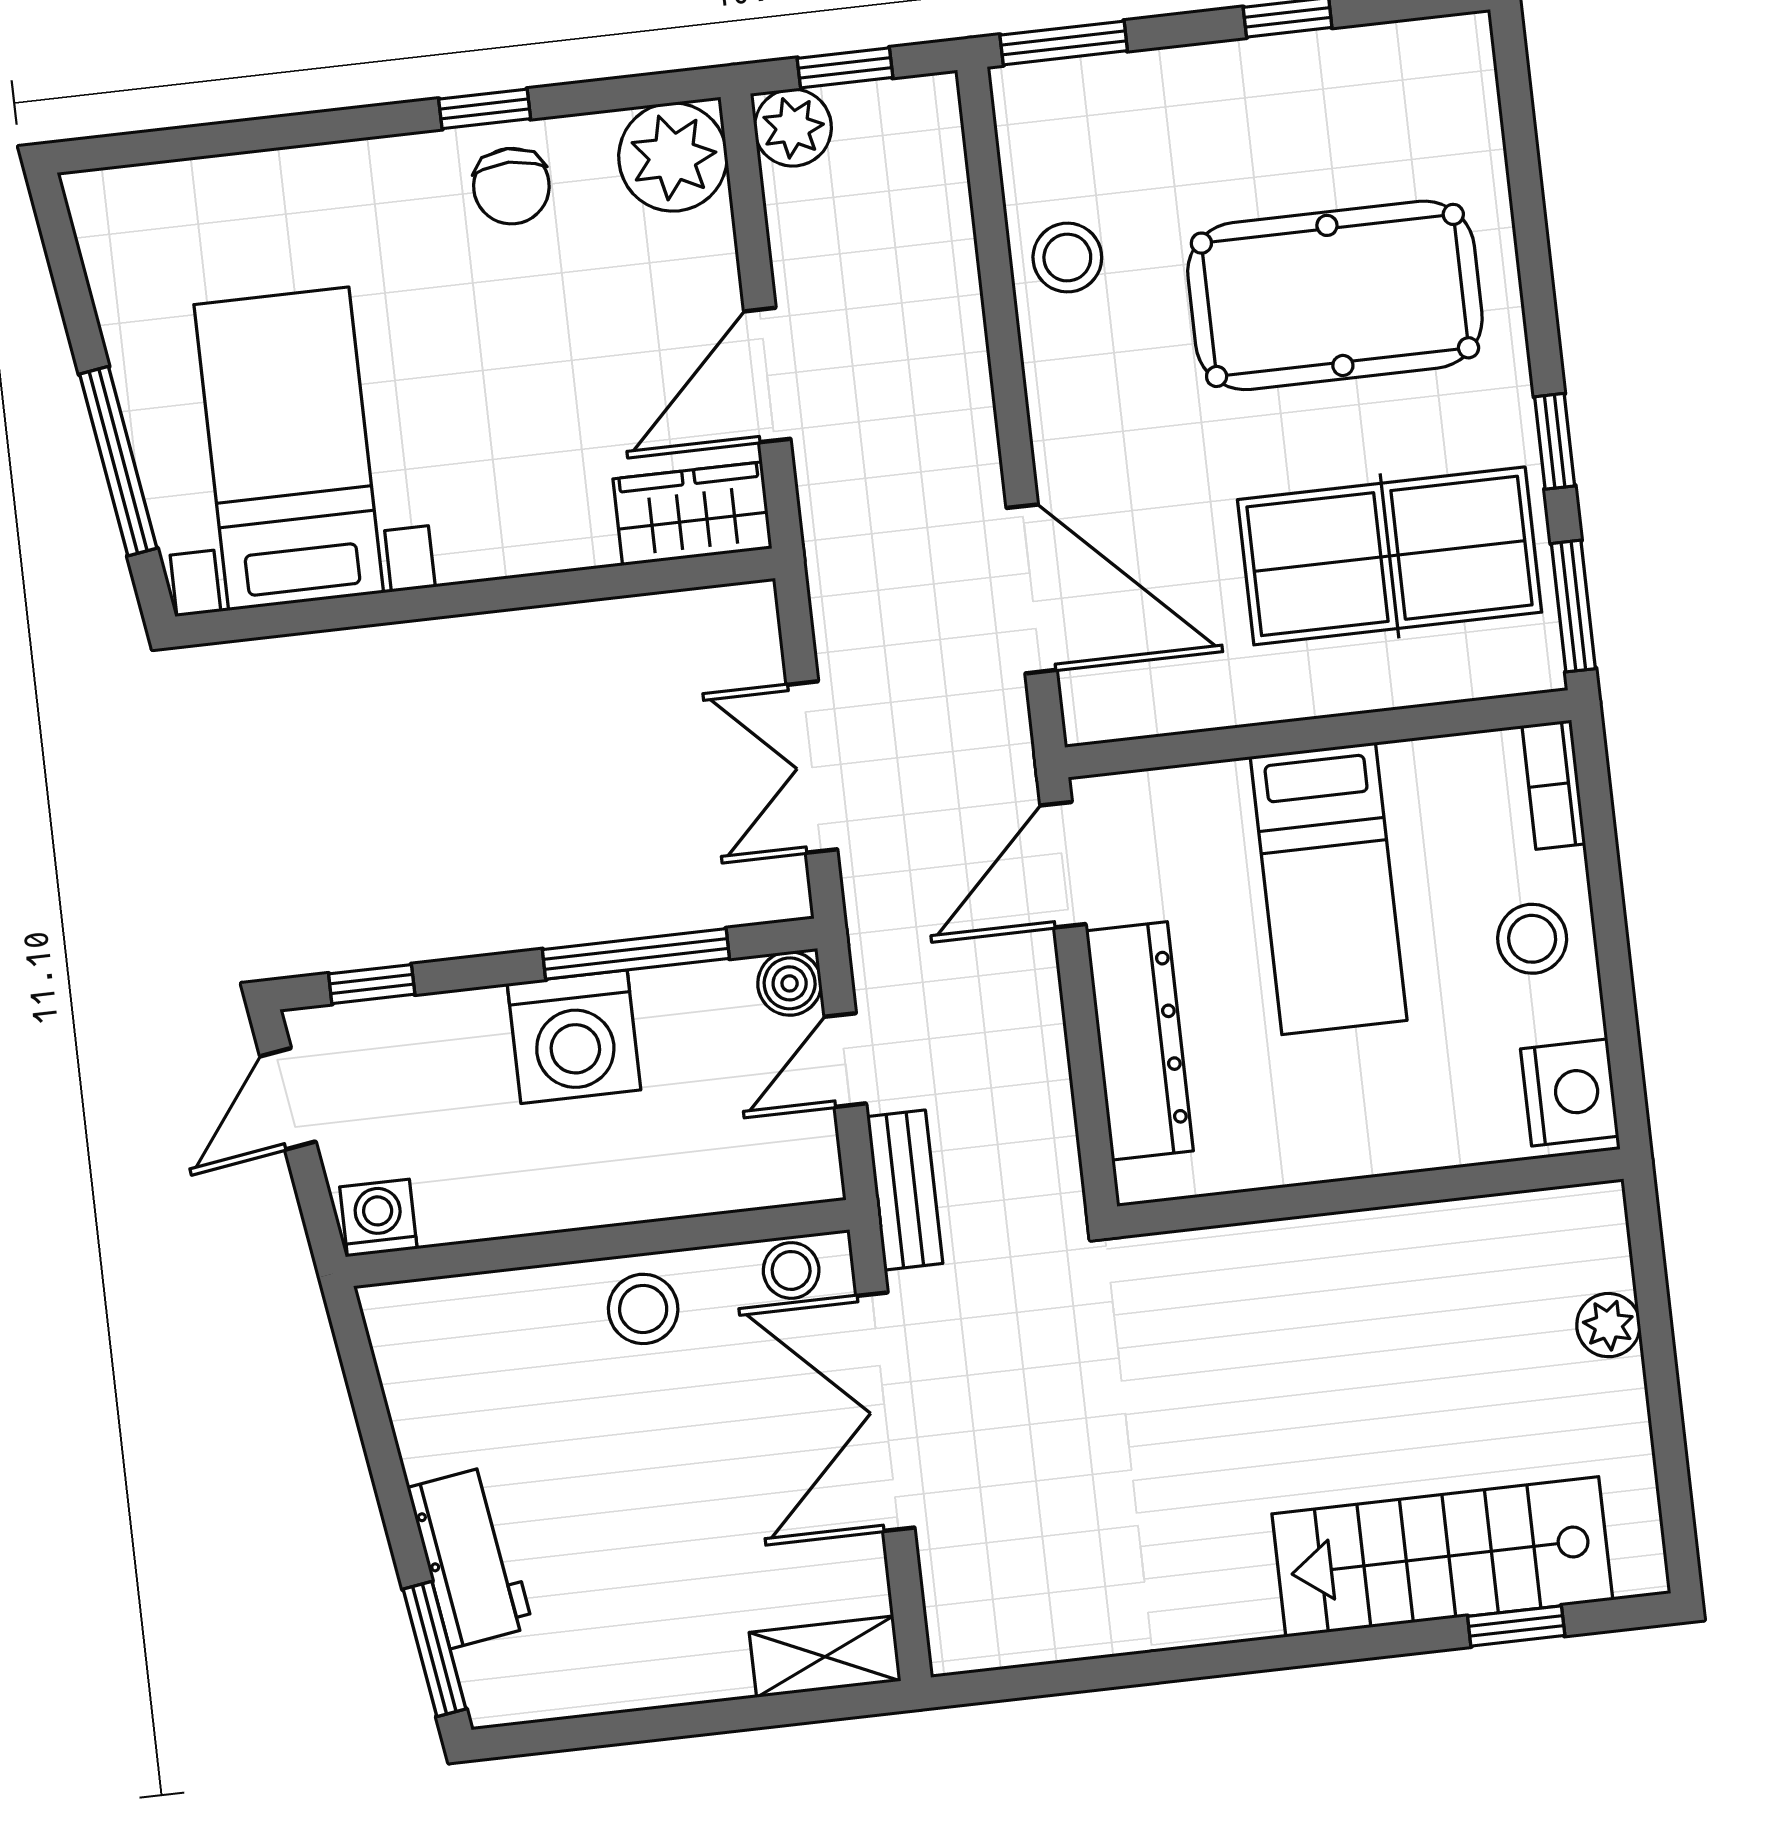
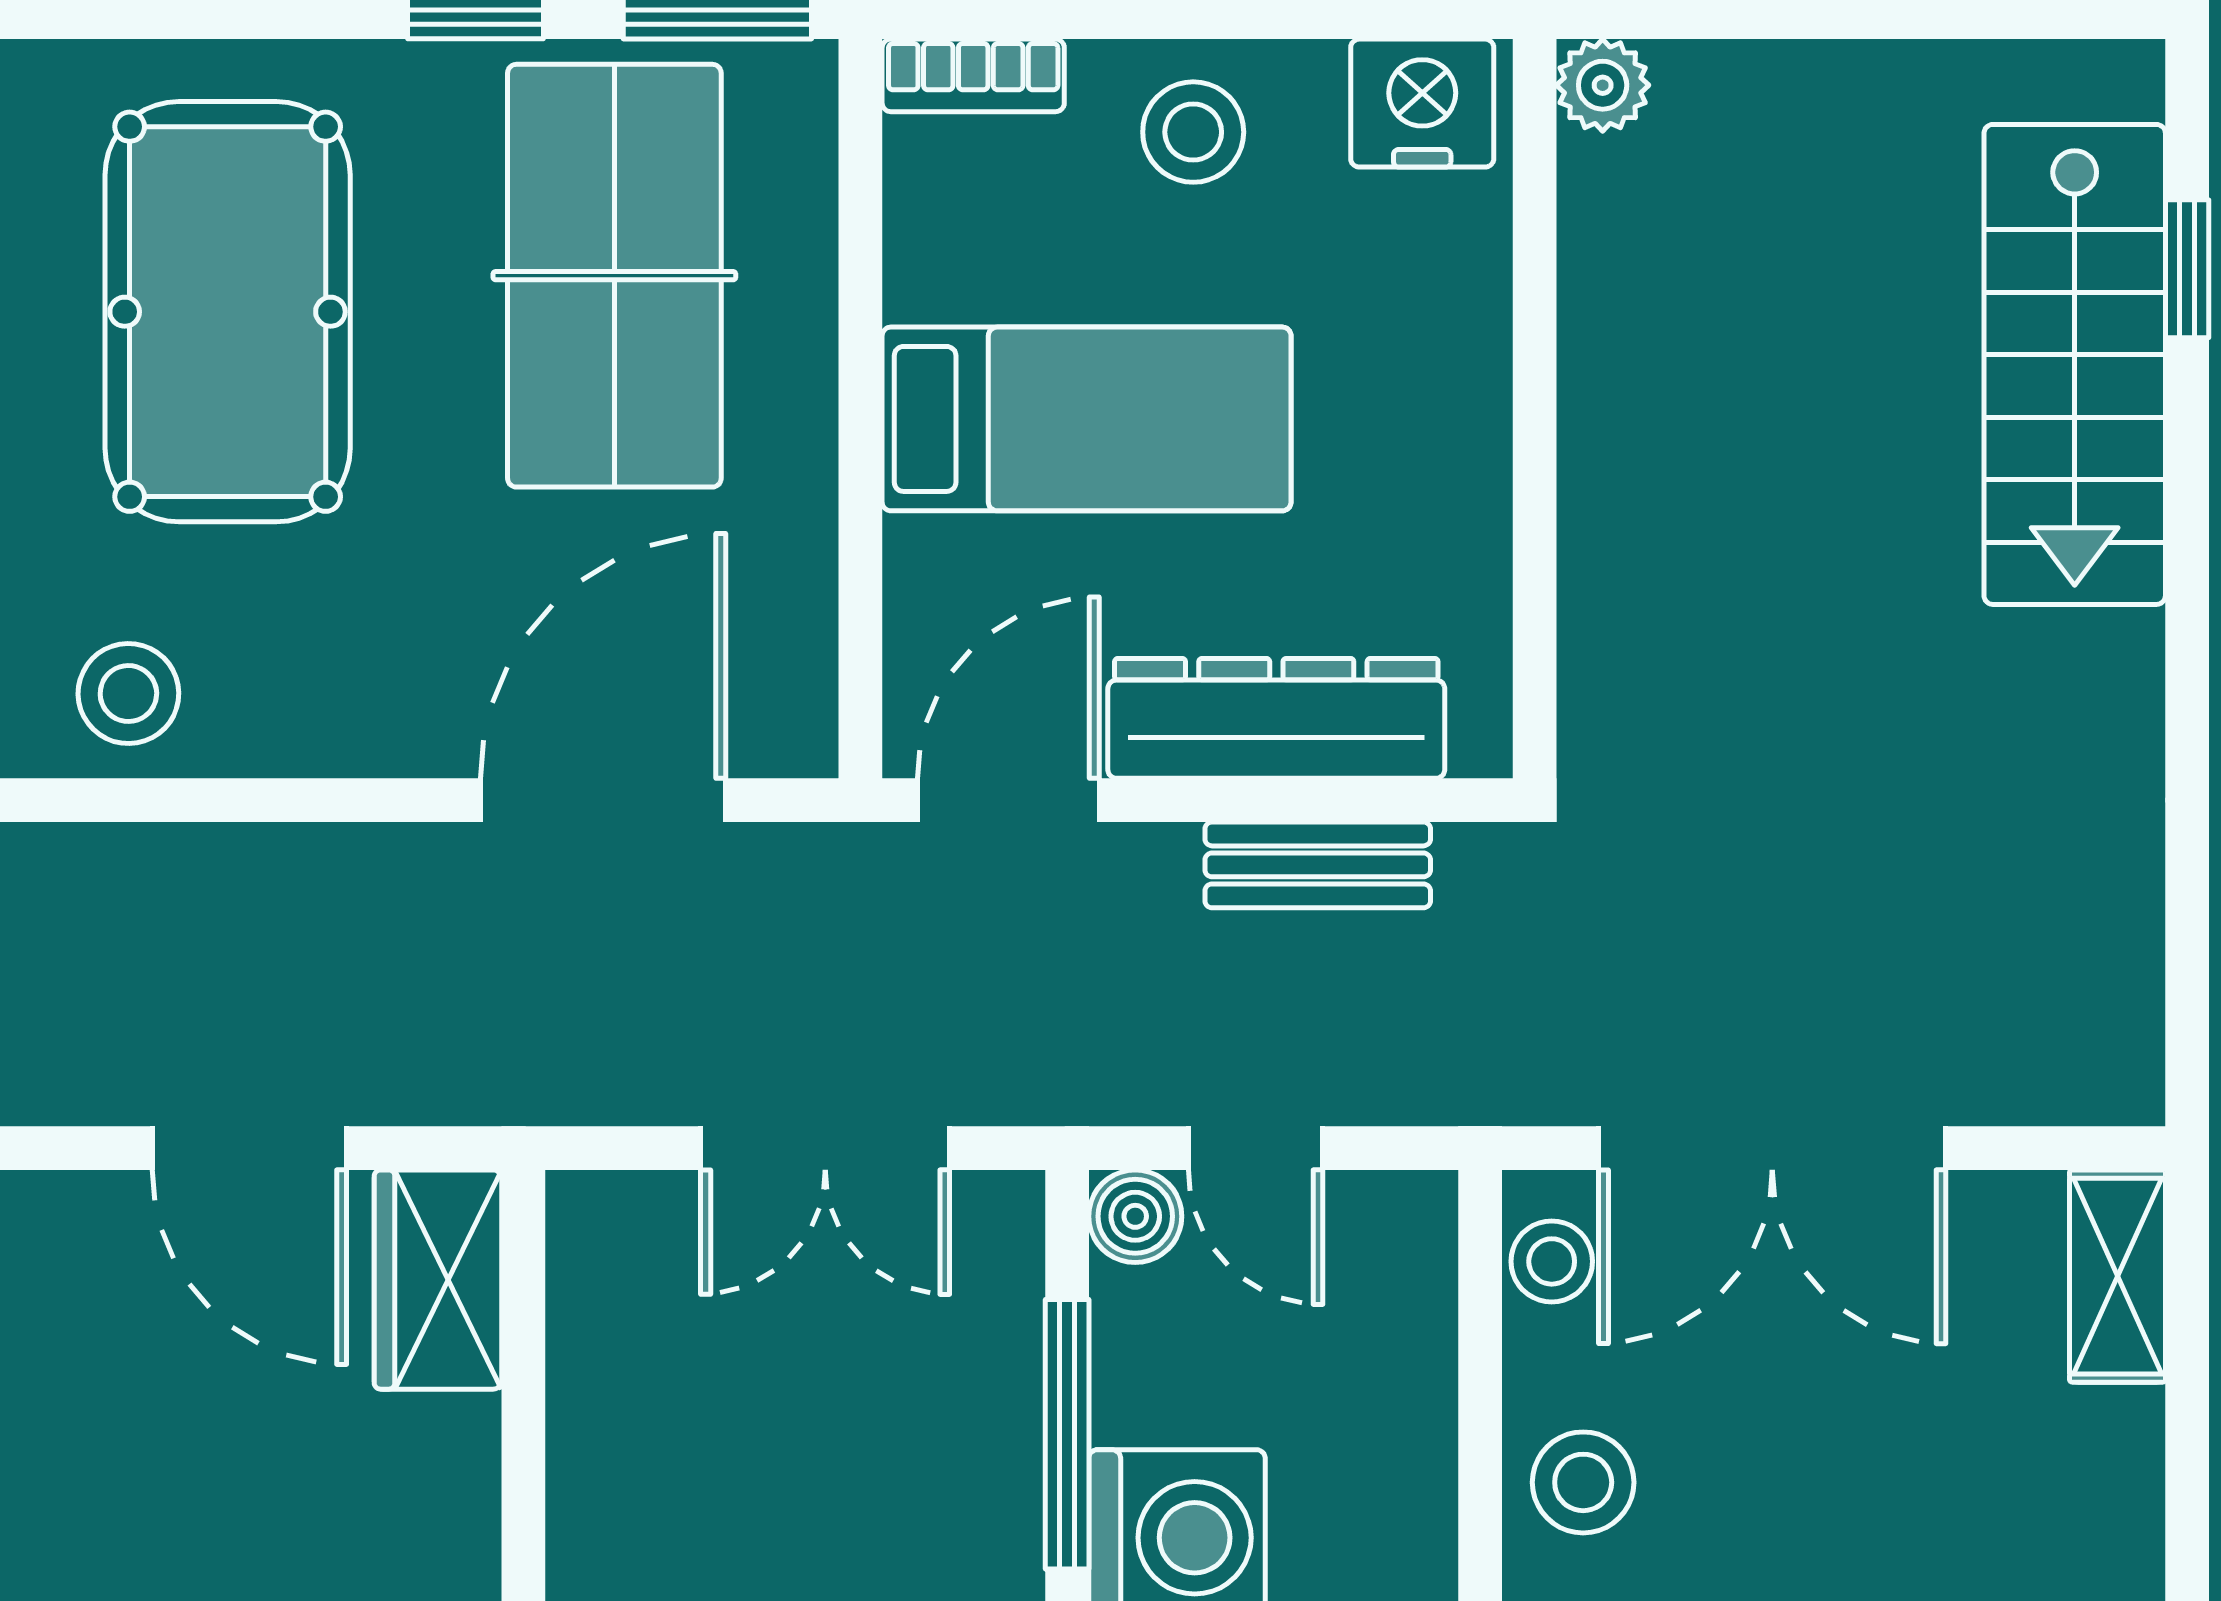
door: (1063, 865) -> (1008, 800), swing flipped
bench: (905, 1190) -> (1318, 865), moved
plant: (1608, 1325) -> (1603, 85), moved

